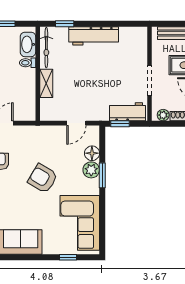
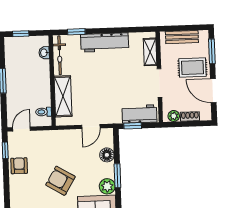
washbasin: (28, 44) -> (44, 53), width x0.52, depth x0.69
shelving: (141, 47) -> (150, 52), added
toilet: (28, 63) -> (44, 112), moved
shelving: (46, 83) -> (63, 96), width x1.50, depth x1.33
plant: (91, 170) -> (107, 186), moved

